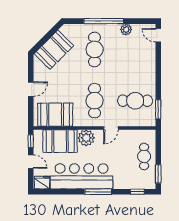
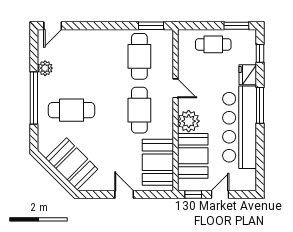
cafe table: (95, 101) -> (139, 110), turned 90
fridge: (42, 182) -> (248, 75), moved

